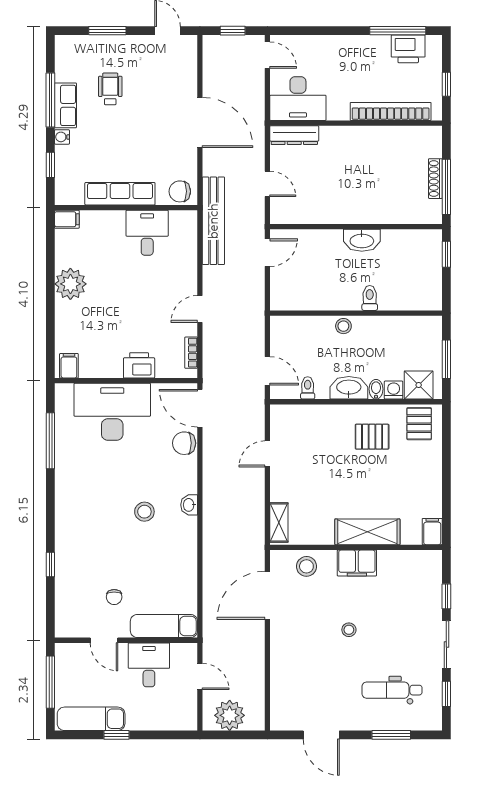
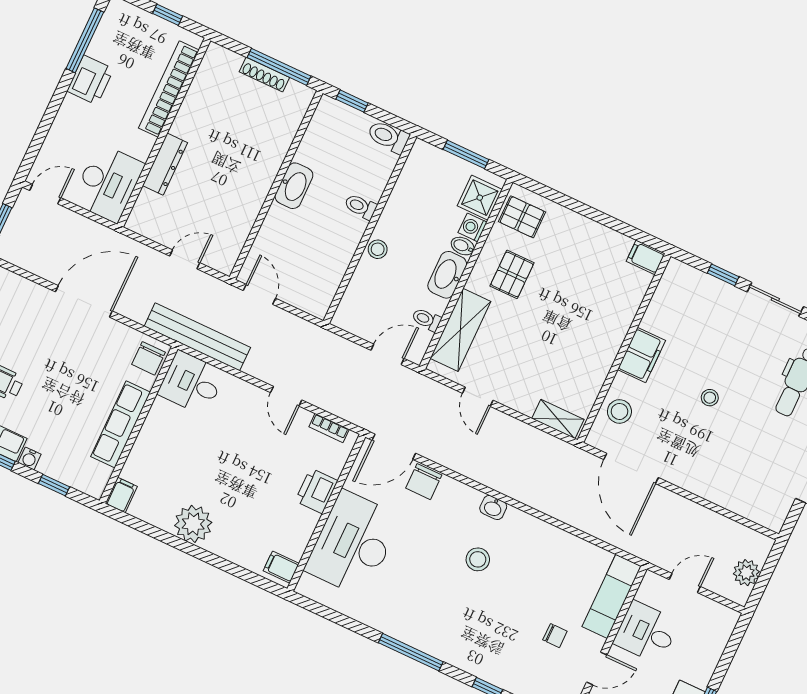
printer: (408, 49) -> (90, 80), moved
dresser: (294, 135) -> (165, 164), moved
desk: (147, 233) -> (192, 383), moved
toilet: (432, 294) -> (388, 137), added
window: (50, 441) -> (411, 652), moved
shelving: (367, 532) -> (460, 330), moved
plant: (230, 715) -> (746, 573), width x0.73, depth x0.73

